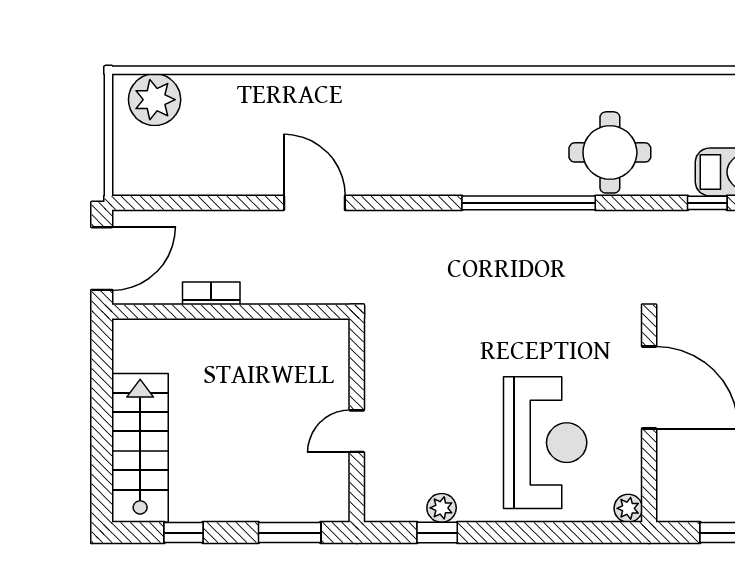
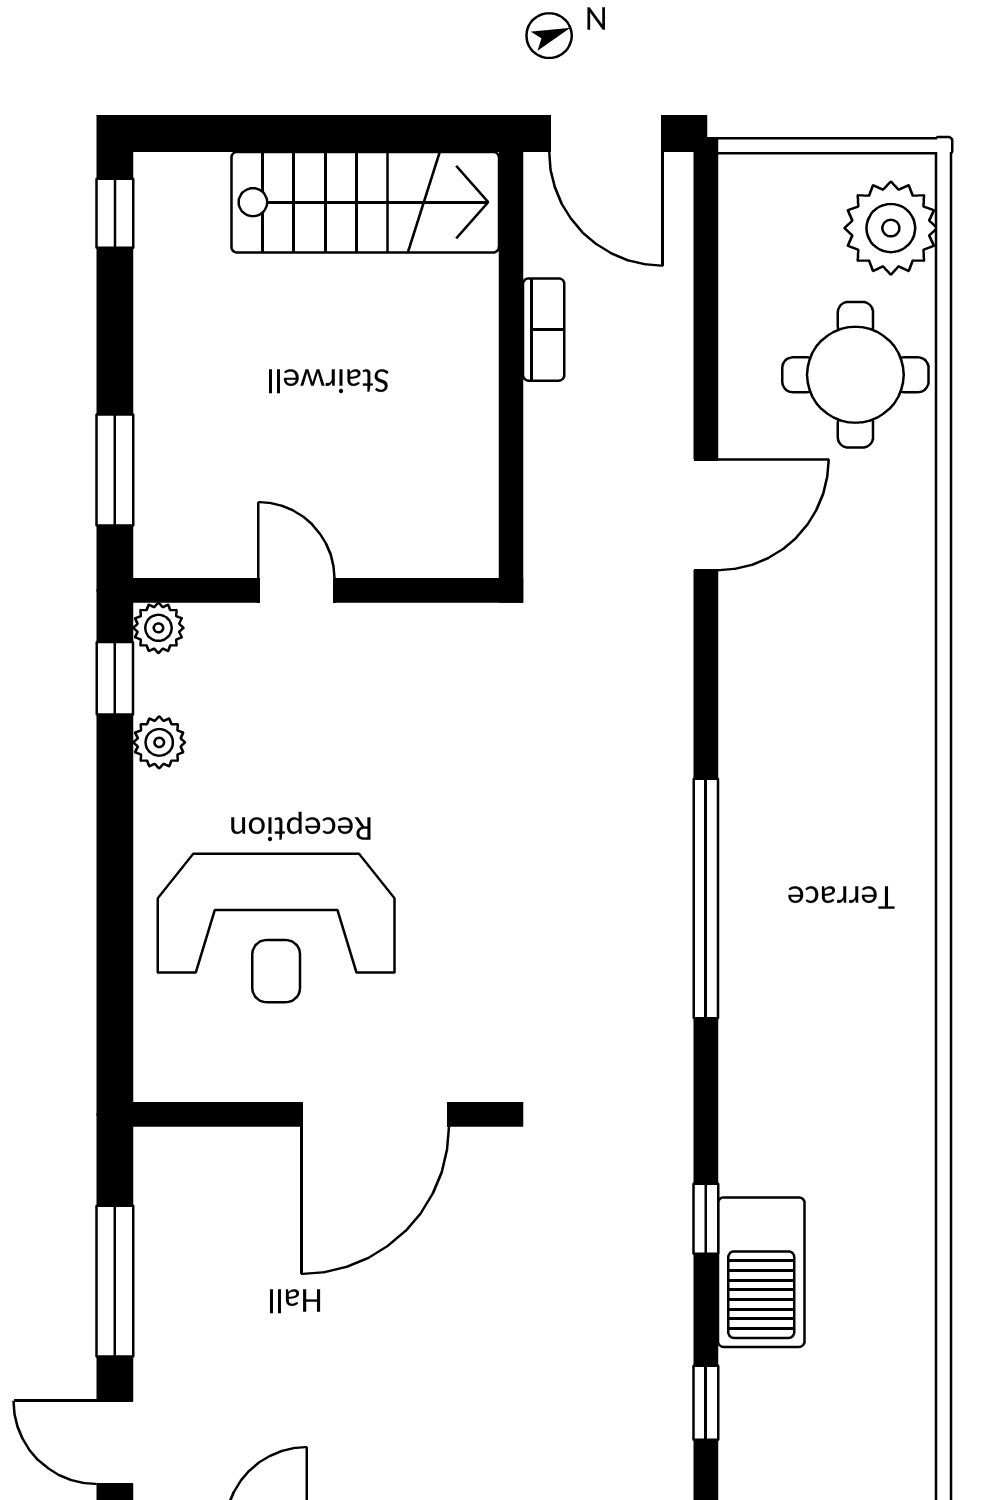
round table: (610, 152) -> (855, 375), moved
stairs: (140, 448) -> (365, 202), moved
plant: (628, 508) -> (158, 628), moved
window: (184, 533) -> (115, 213), moved
window: (437, 533) -> (115, 678), moved

